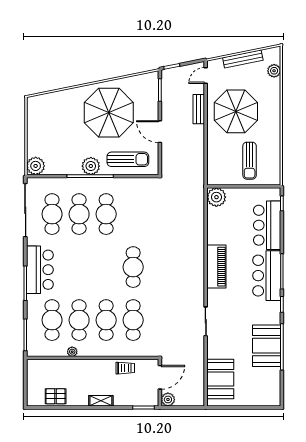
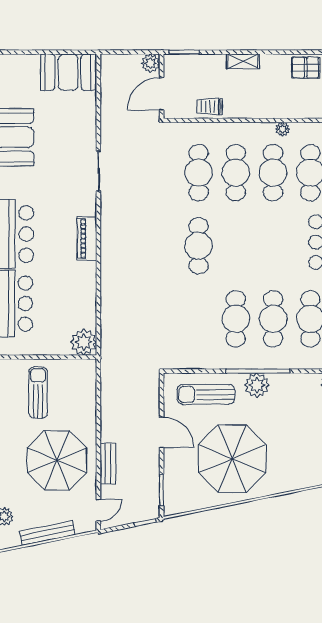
piano: (216, 267) -> (87, 239), width x0.73, depth x0.75
booth: (220, 379) -> (68, 72), moved, turned 90

